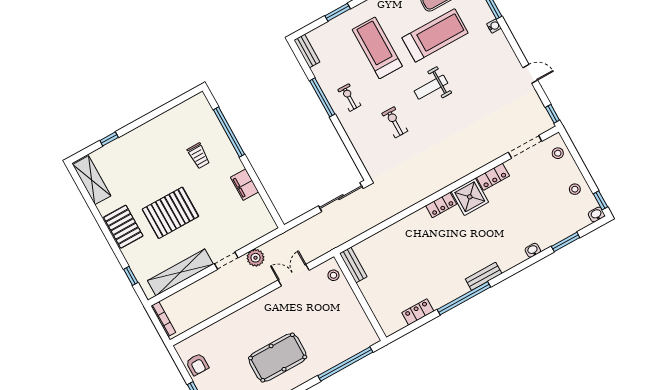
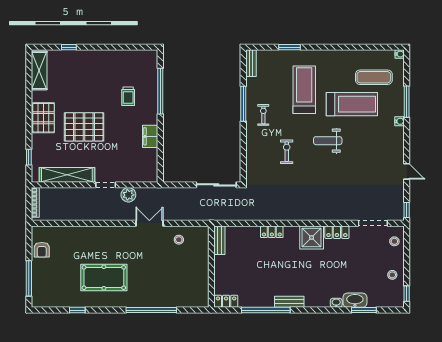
locker: (441, 205) -> (272, 232), moved
washbasin: (596, 215) -> (355, 300), moved, width x1.91, depth x1.45
bench: (353, 265) -> (219, 240), moved
wall: (360, 297) -> (211, 267), moved

